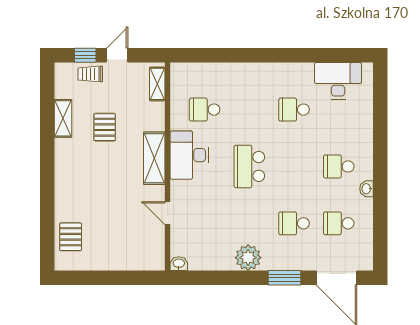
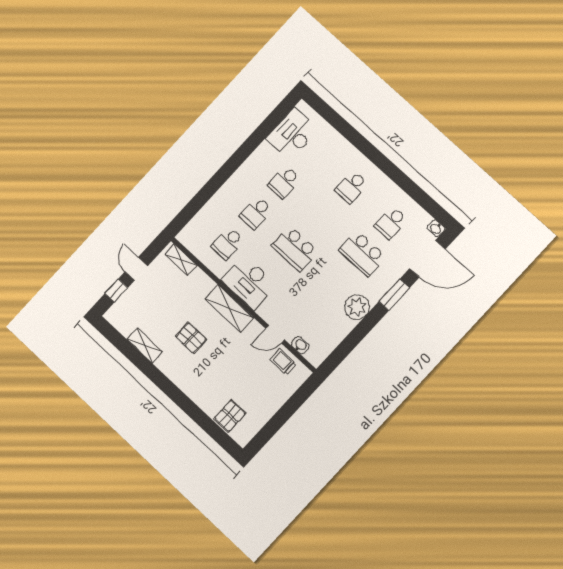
trolley: (90, 74) -> (283, 362), moved, turned 90
school desk: (249, 110) -> (256, 213), added
pallet: (105, 127) -> (191, 338), moved
washbasin: (367, 189) -> (436, 228), moved
school desk: (294, 223) -> (362, 254), width x1.85
pallet: (71, 237) -> (230, 416), turned 90
washbasin: (179, 264) -> (300, 345), moved, turned 90

